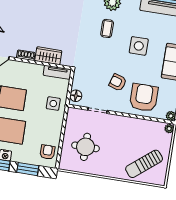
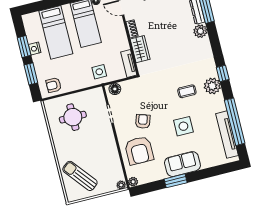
armchair: (144, 98) -> (139, 150), turned 90
armchair: (47, 152) -> (54, 85), turned 180

